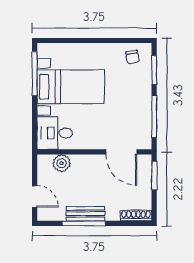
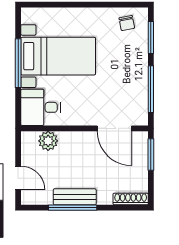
window: (35, 74) -> (18, 63), moved

